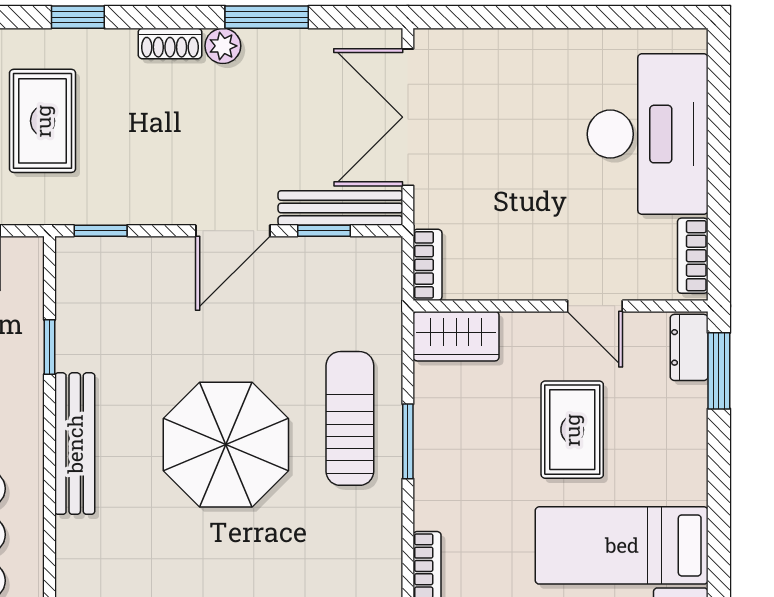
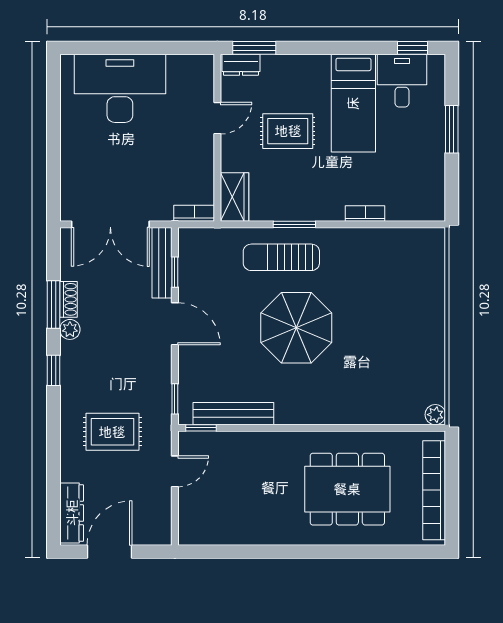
window: (78, 17) -> (54, 370), moved
shoe rack: (170, 43) -> (69, 299), moved
bookcase: (693, 256) -> (189, 63), removed
window: (50, 347) -> (201, 428), moved
bench: (75, 444) -> (233, 414), moved

